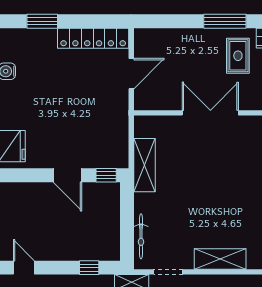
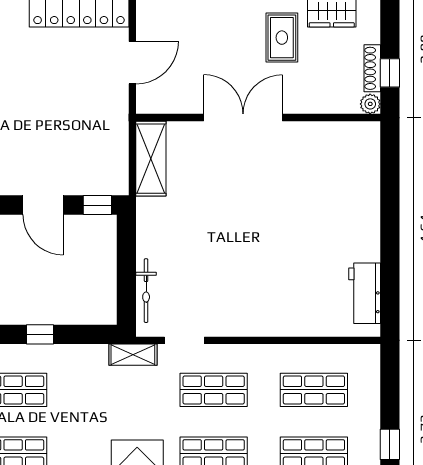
shelving: (144, 165) -> (151, 159), moved
shelving: (220, 259) -> (257, 322), removed
window: (89, 268) -> (40, 334), moved

